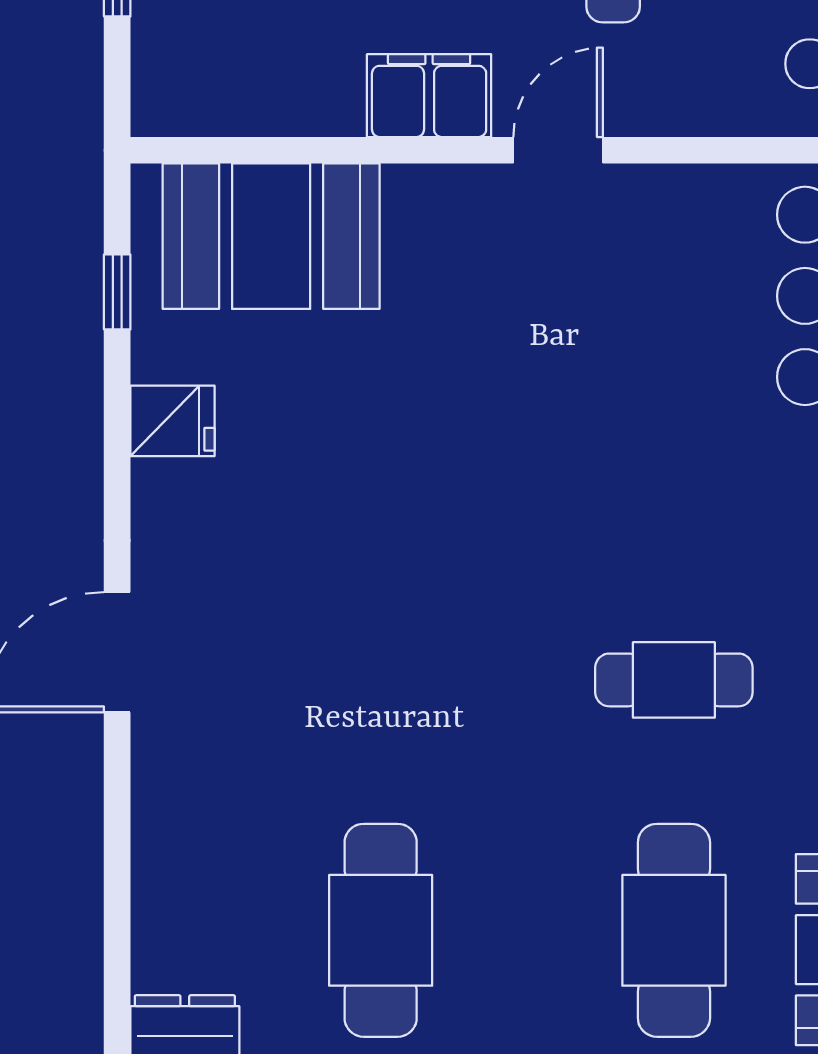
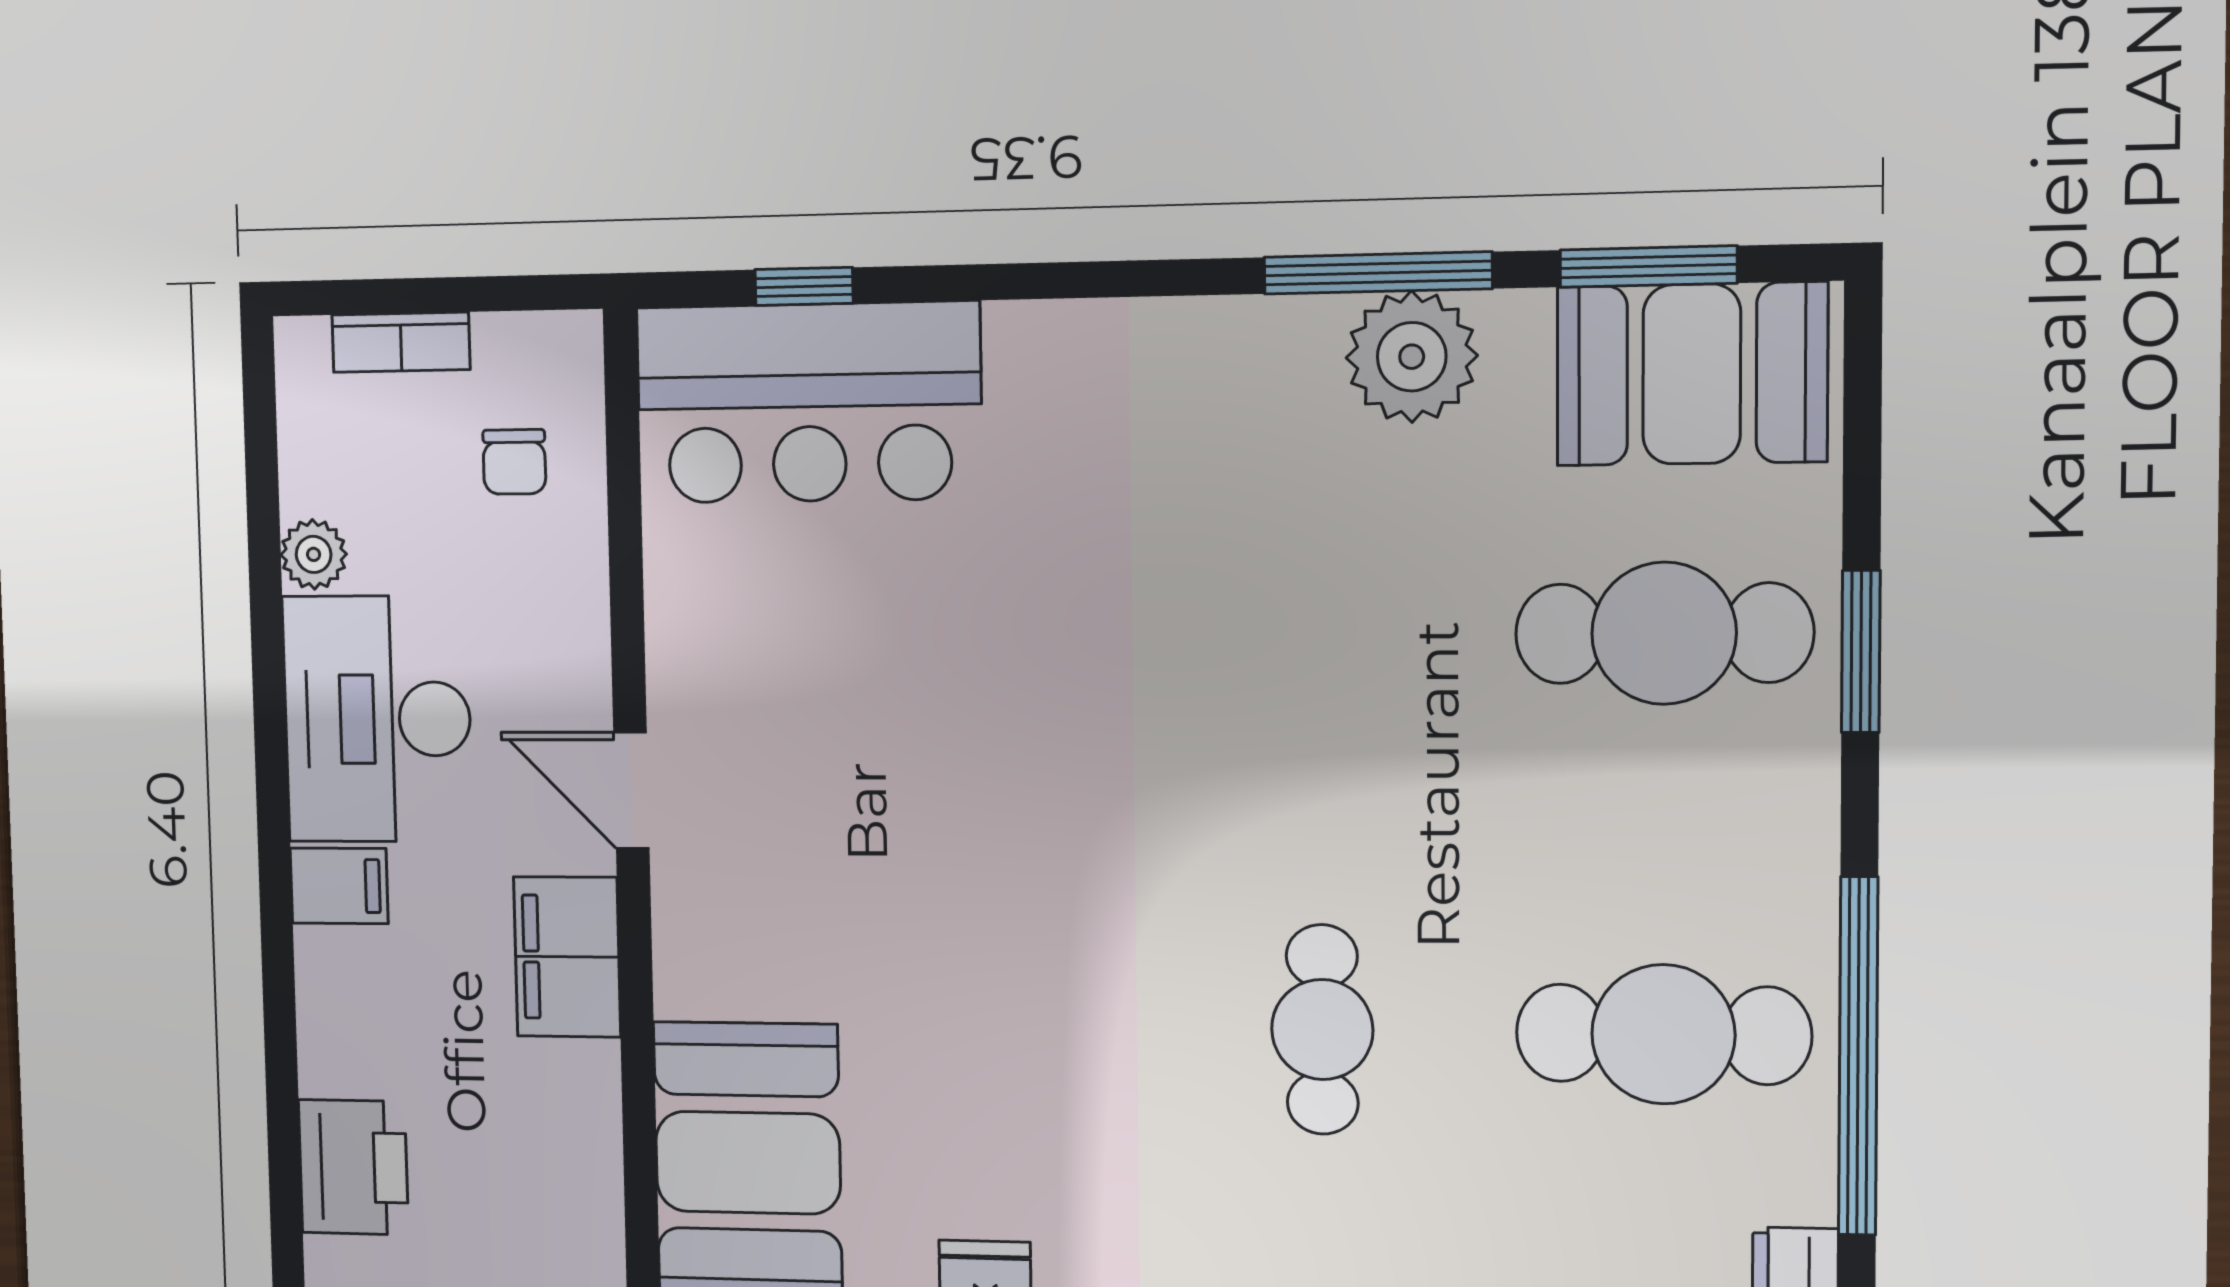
cafe table: (674, 680) -> (1322, 1030), moved

